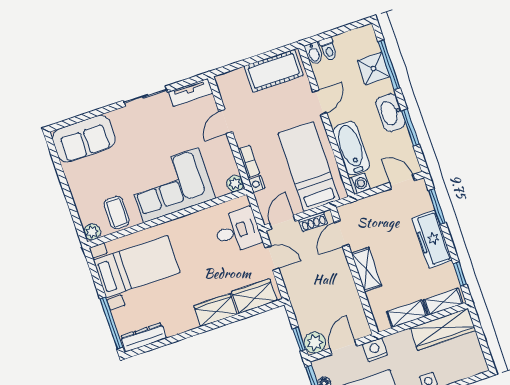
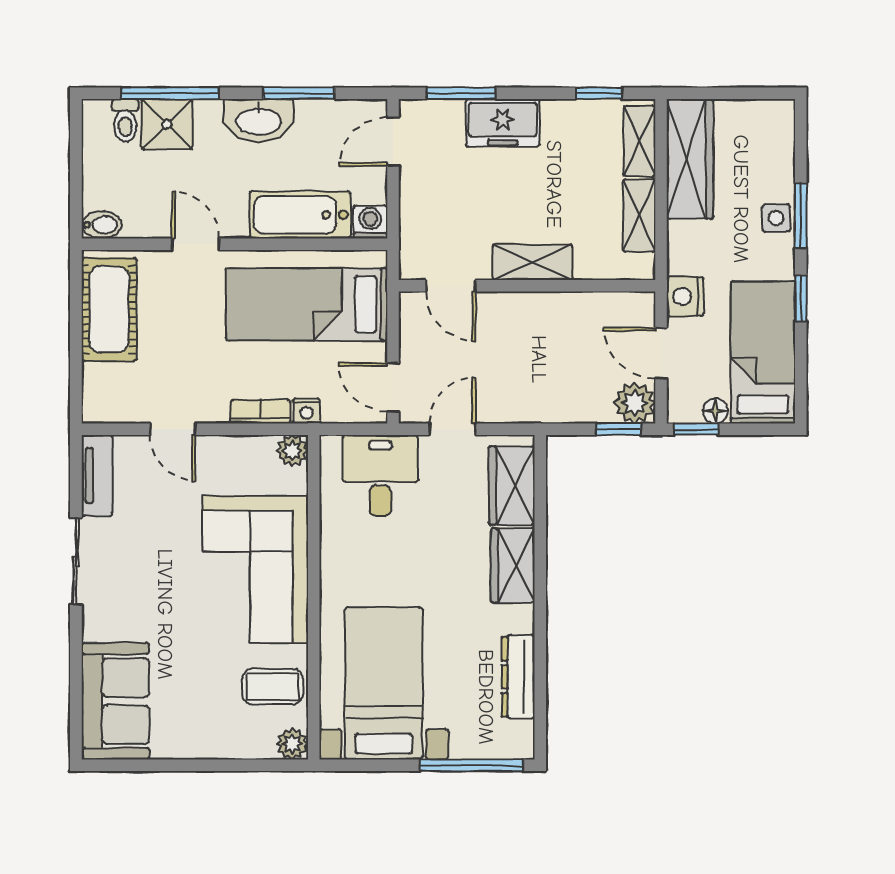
toilet: (328, 49) -> (125, 121), moved, turned 90
shoe rack: (313, 222) -> (411, 330), removed
freezer: (432, 239) -> (503, 123), width x0.71
dresser: (143, 337) -> (518, 677), moved

